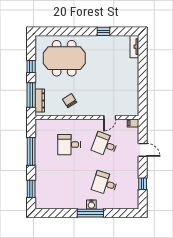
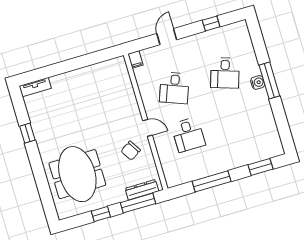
door: (110, 117) -> (147, 128), moved

